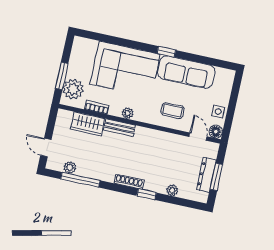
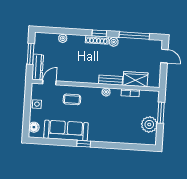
corner sofa: (125, 69) -> (113, 125), removed
plant: (73, 89) -> (149, 124), moved
floor lamp: (216, 132) -> (34, 127), moved
door: (198, 137) -> (49, 82), swing flipped
plant: (70, 167) -> (114, 42), moved
dresser: (206, 175) -> (38, 67), moved
window: (147, 194) -> (99, 33), moved

